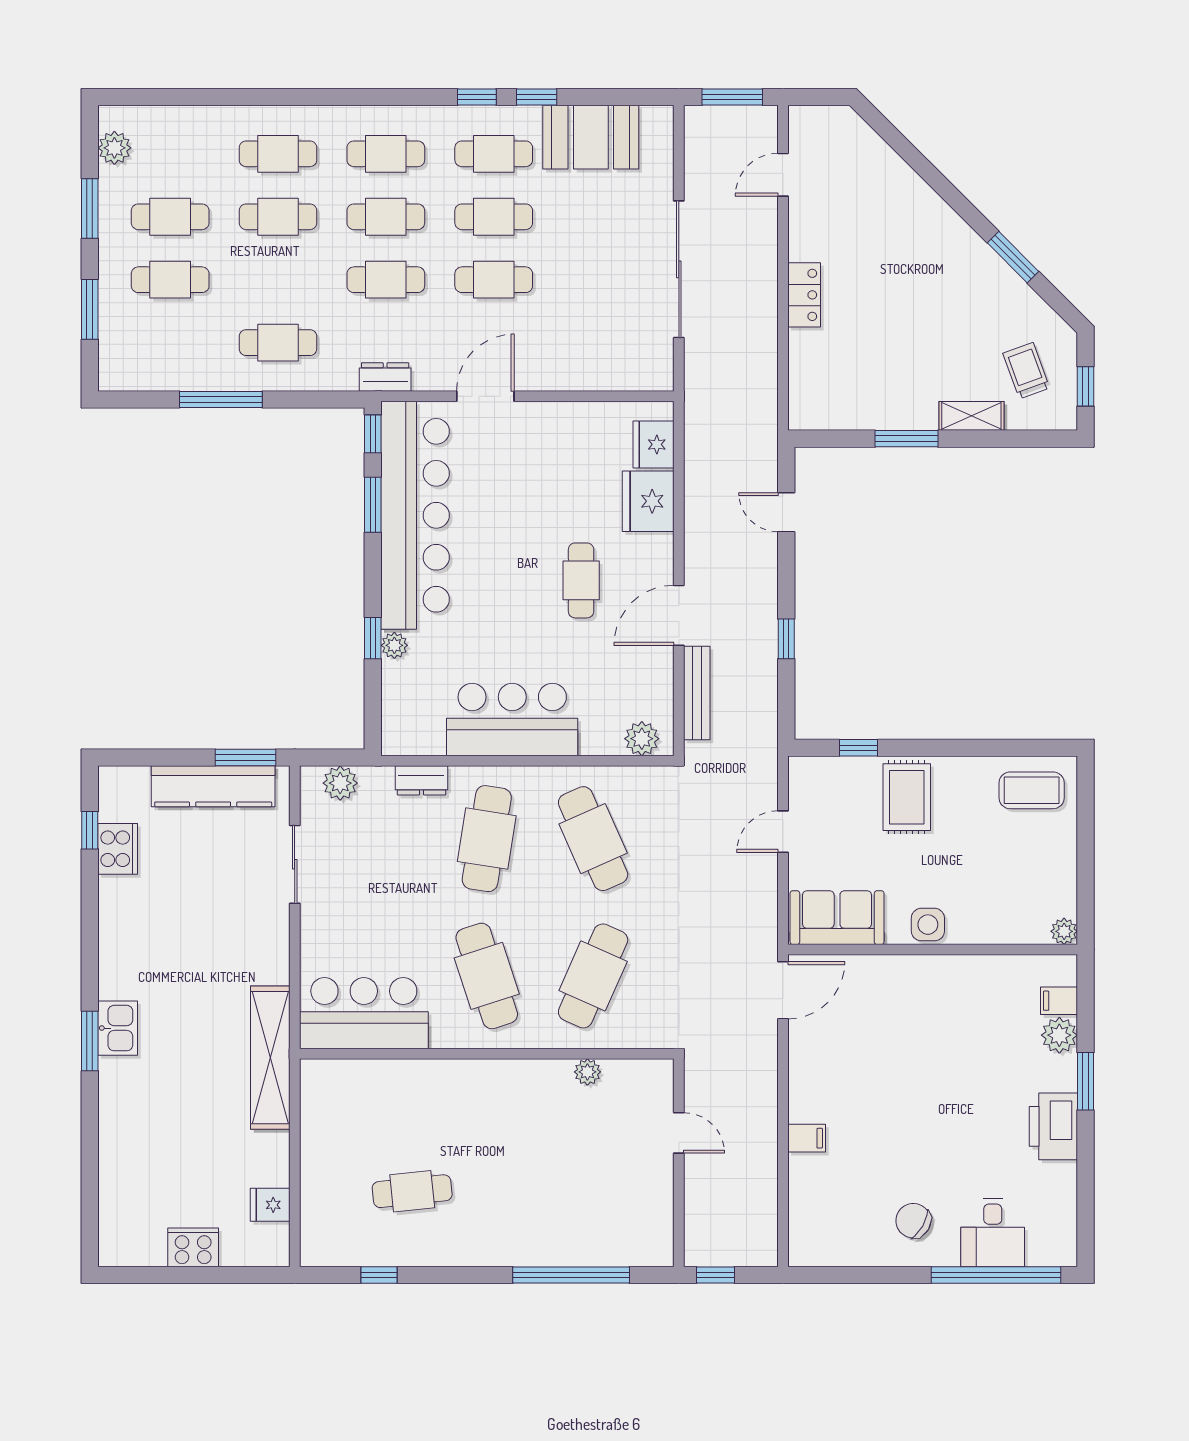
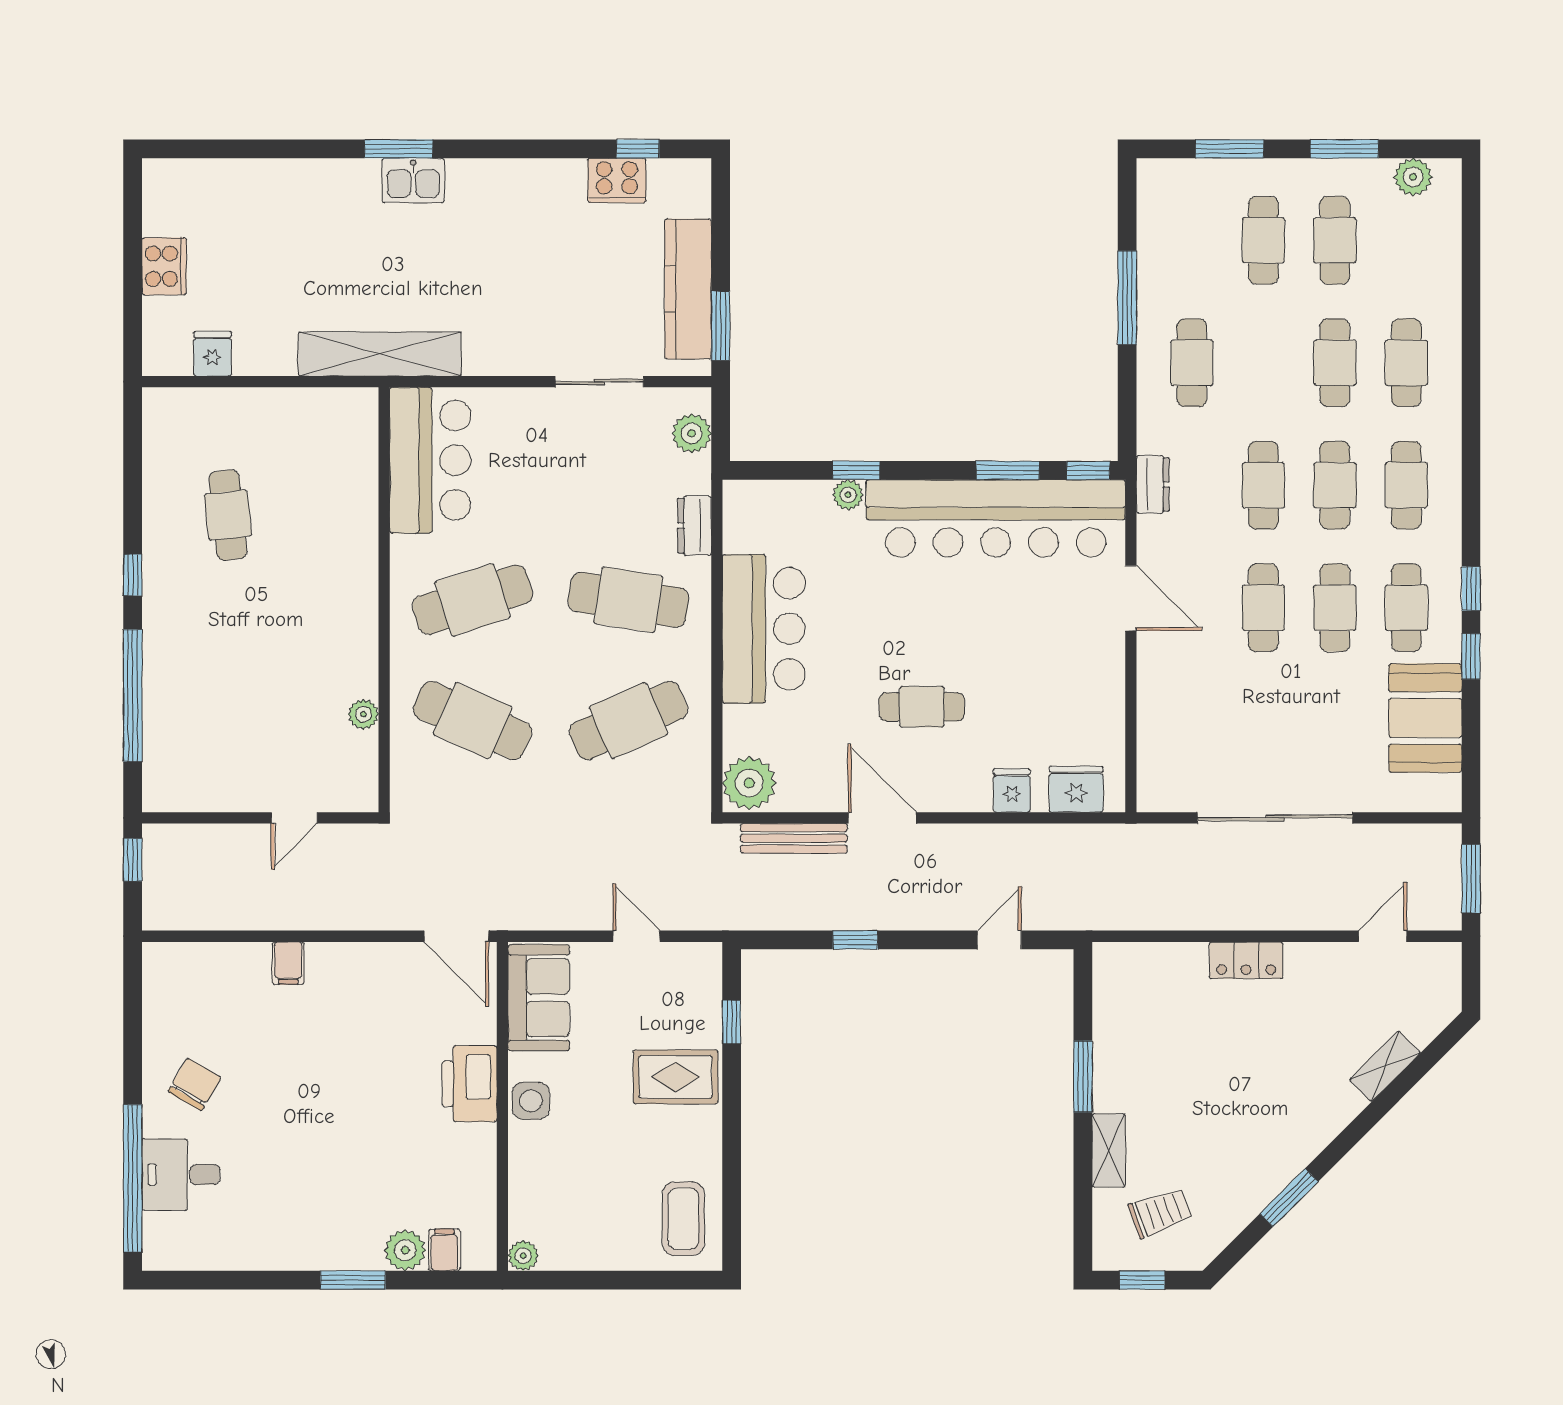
shelving: (897, 173) -> (1385, 1066), added
door: (783, 175) -> (1383, 936), hinge flipped
fridge: (648, 501) -> (1012, 790), width x0.53, depth x0.75
plant: (642, 739) -> (749, 783), width x1.36, depth x1.36
printer: (1053, 1126) -> (470, 1084), moved, turned -90
window: (379, 1275) -> (133, 575), moved

